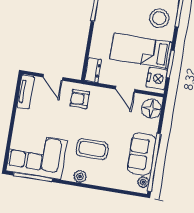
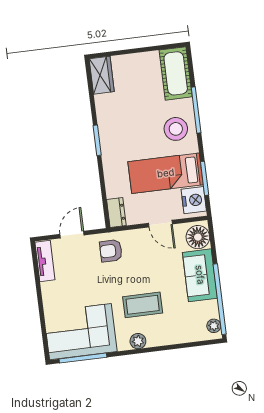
door: (53, 77) -> (72, 235), swing flipped
sofa: (142, 154) -> (200, 275), moved

